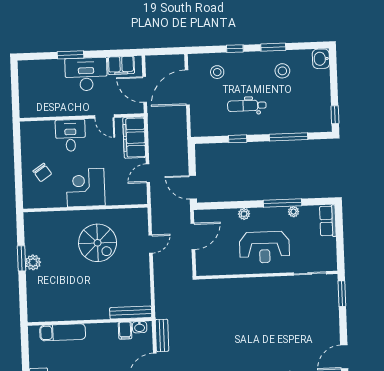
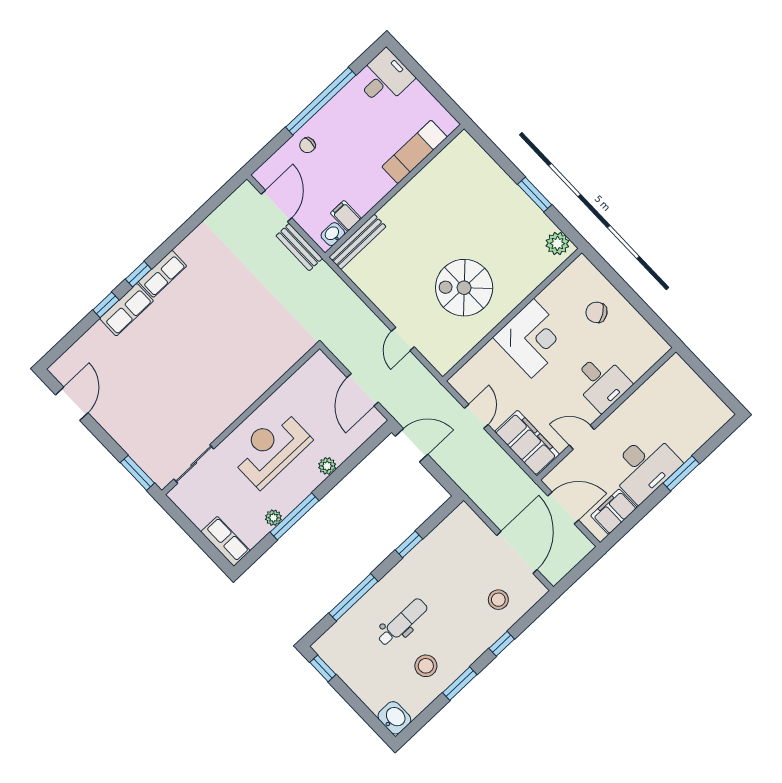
dental chair: (247, 106) -> (402, 622), moved
plant: (33, 262) -> (557, 243), moved

